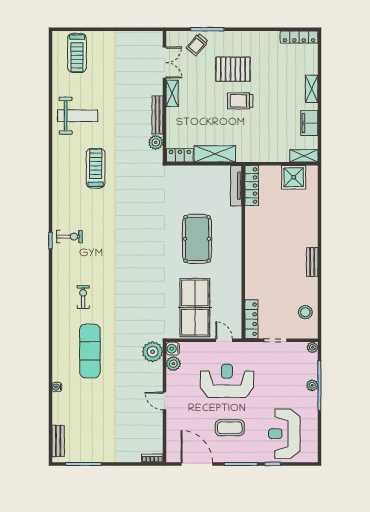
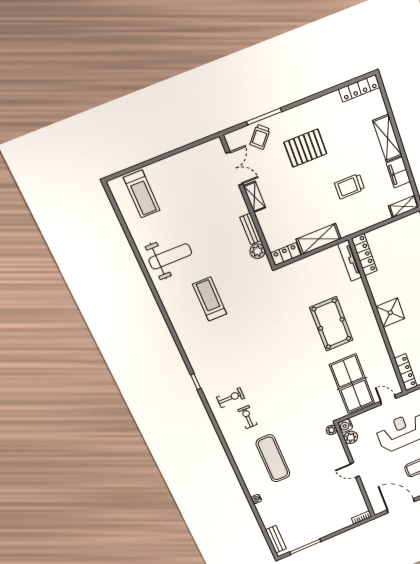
shelving: (312, 89) -> (387, 138), width x1.50, depth x1.33
trolley: (240, 101) -> (350, 186), moved
bench: (158, 115) -> (251, 229), width x0.73
shower: (294, 177) -> (390, 313), moved
exercise bike: (69, 237) -> (231, 398), moved
plant: (153, 352) -> (331, 430), width x0.53, depth x0.53

